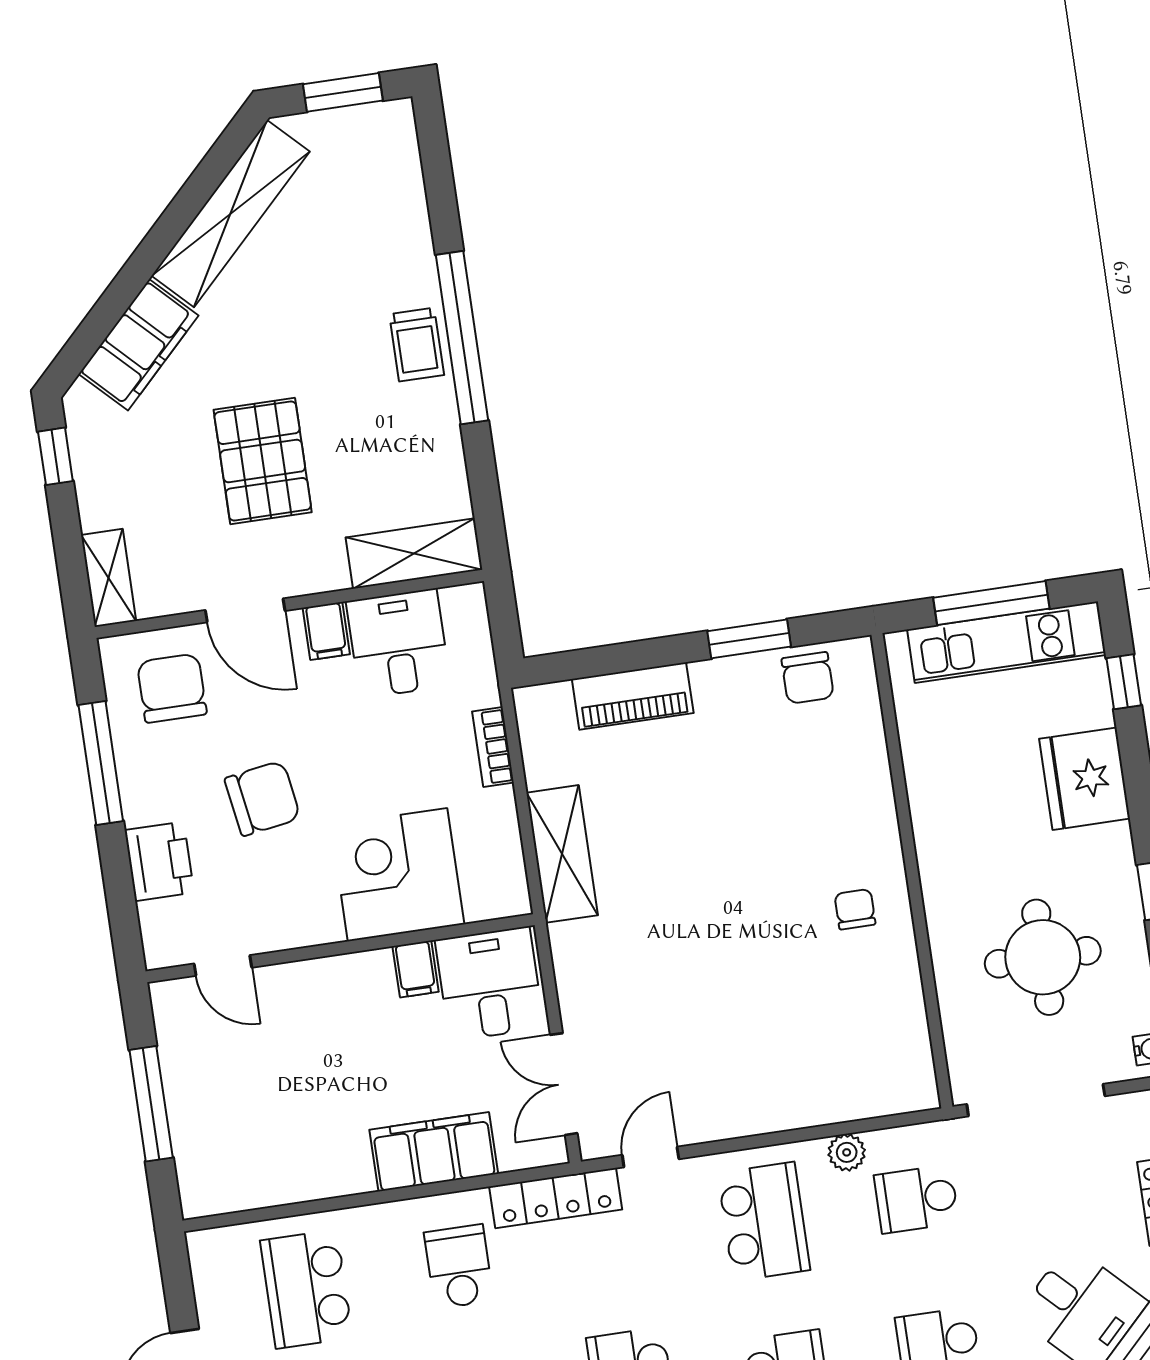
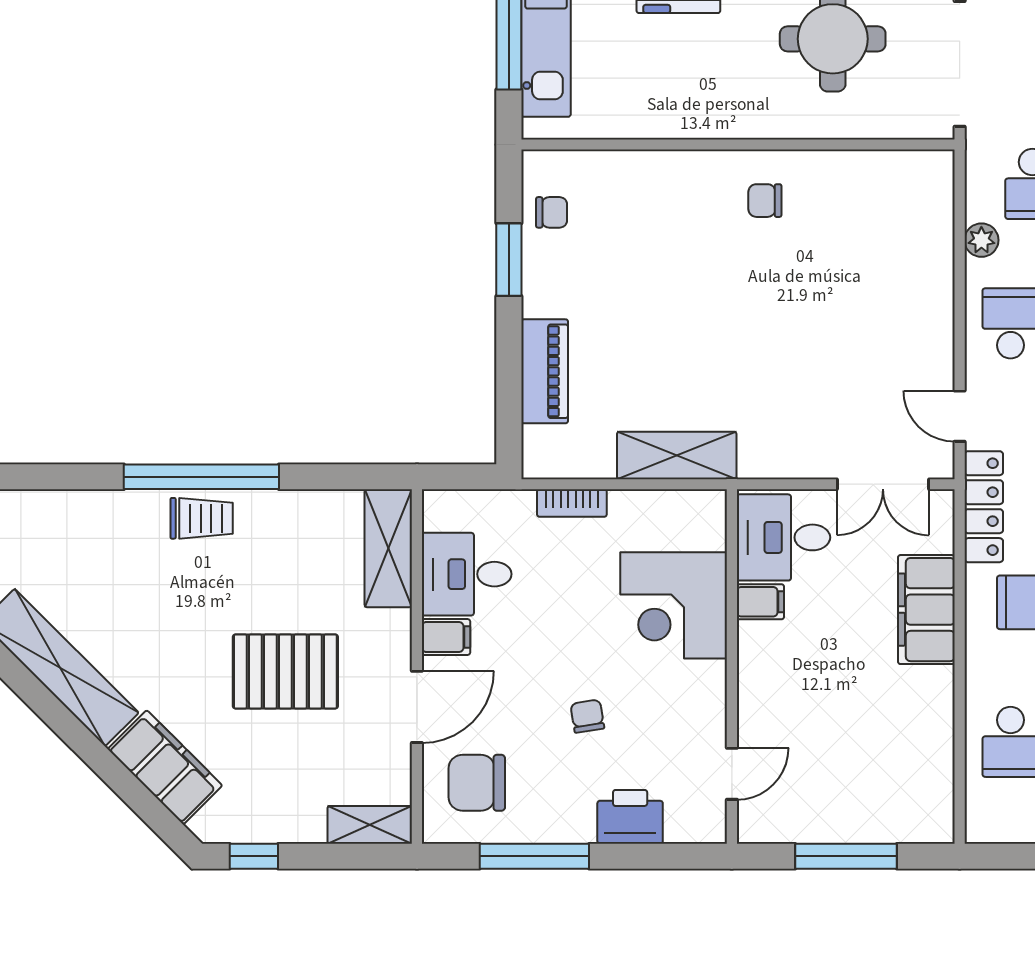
chair: (808, 678) -> (552, 212), width x0.73, depth x0.73
chair: (263, 798) -> (587, 716), width x0.54, depth x0.54

